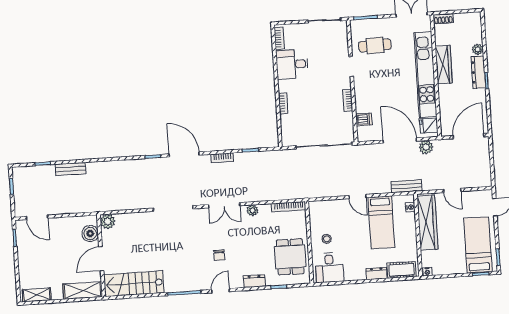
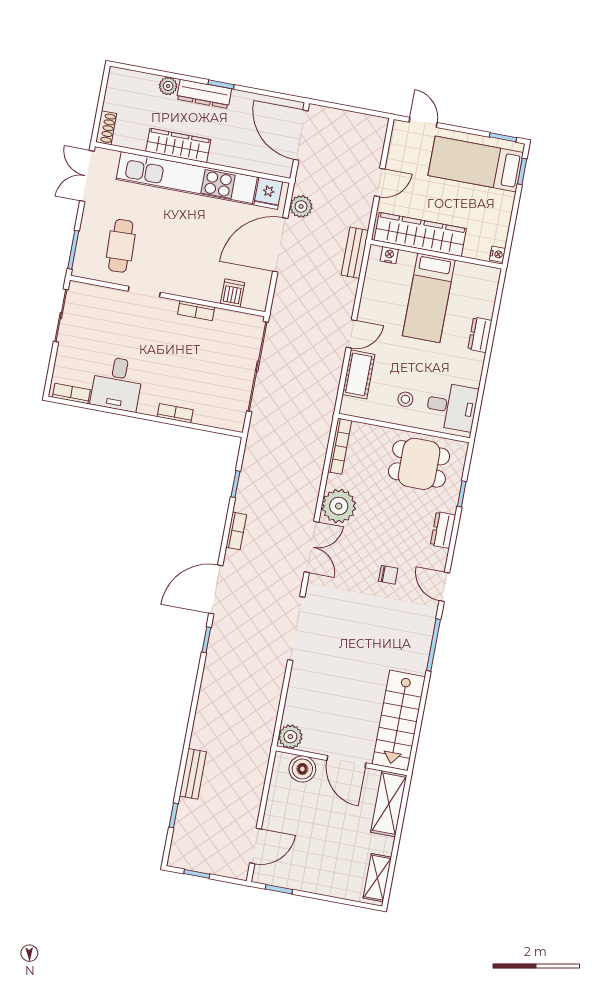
plant: (252, 210) -> (339, 506), width x1.87, depth x1.87
bed: (381, 222) -> (429, 298), moved, turned 90
cot: (402, 270) -> (359, 374), moved

